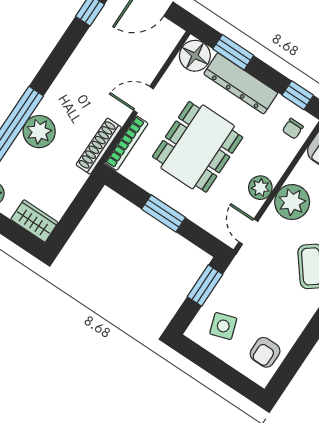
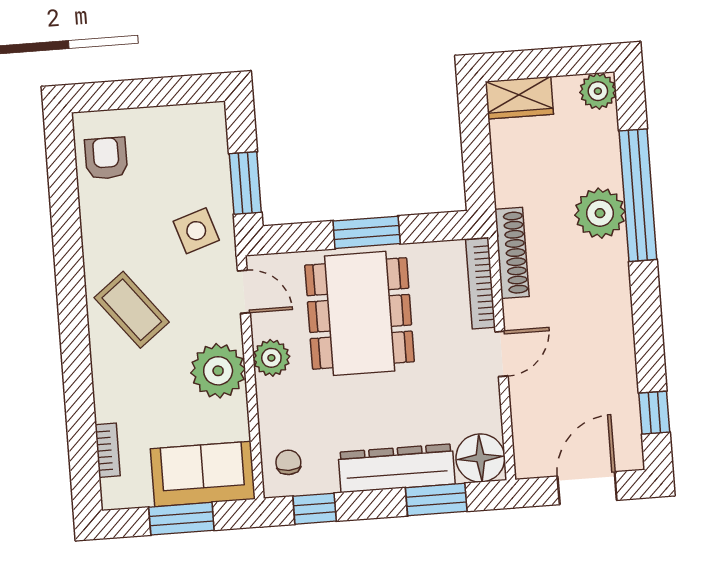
dining table: (198, 147) -> (360, 313), moved
side table: (223, 326) -> (196, 231), moved

